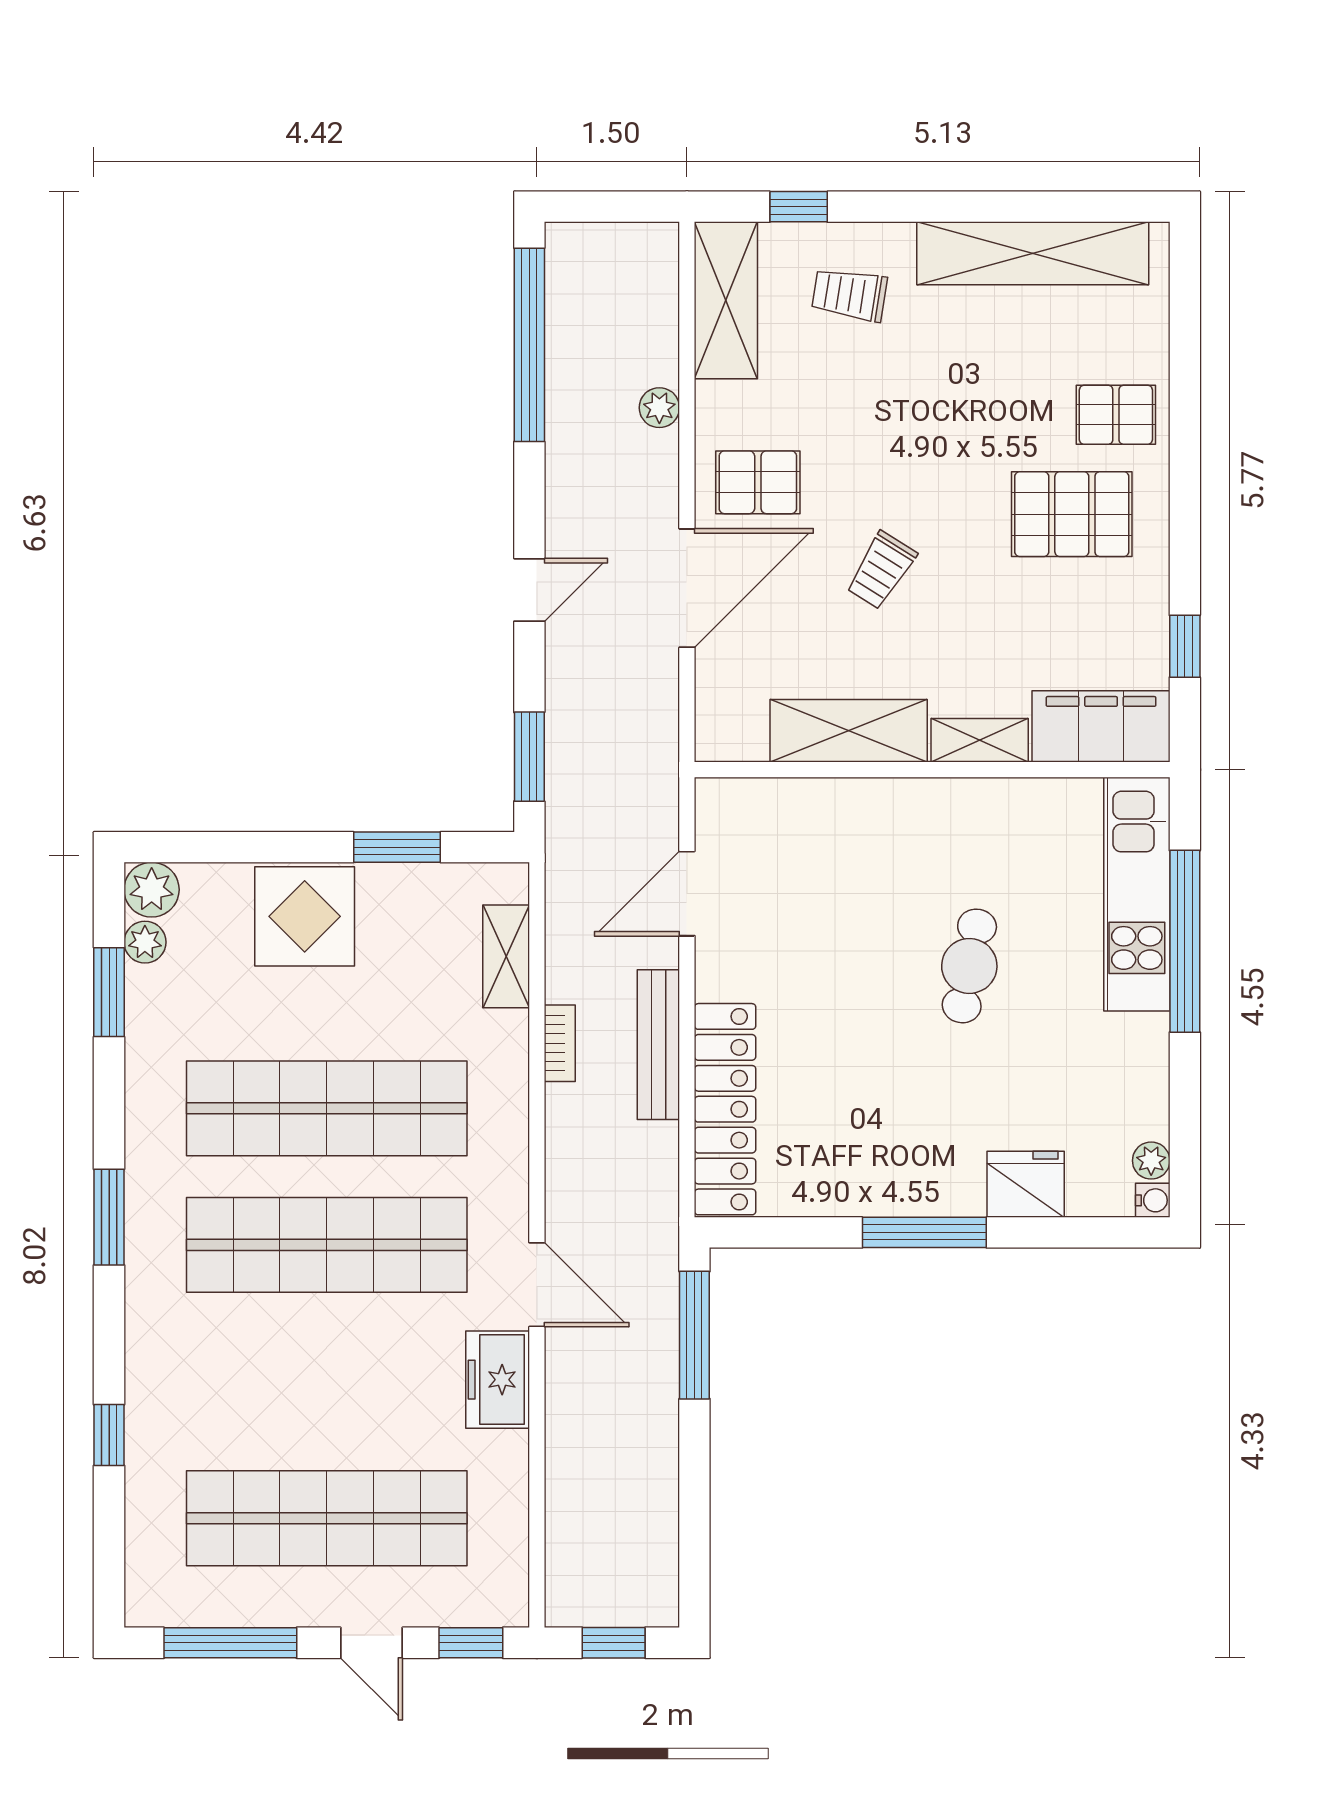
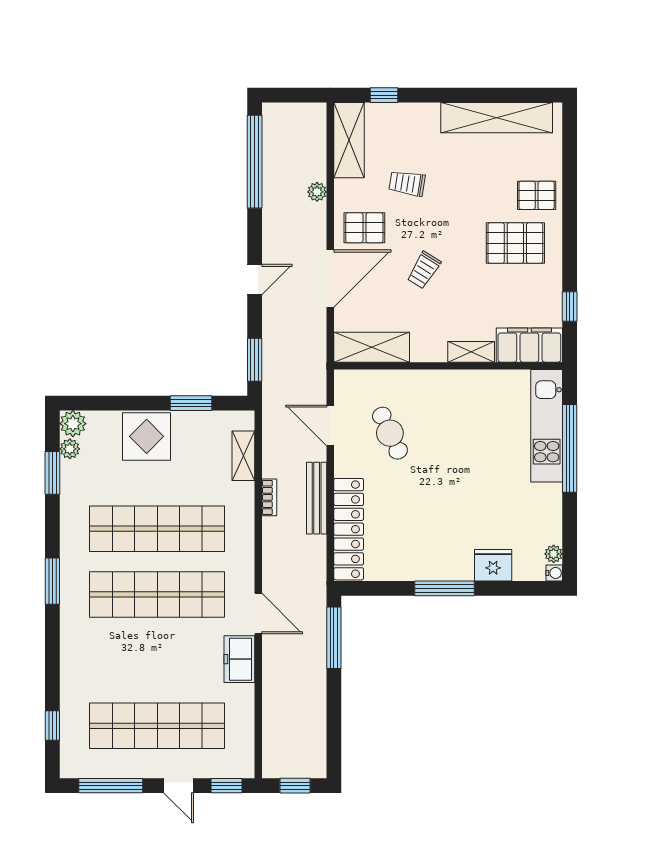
trolley: (849, 295) -> (407, 183), moved
shelving: (849, 731) -> (372, 347), moved
door: (687, 894) -> (330, 425), hinge flipped
cafe table: (969, 966) -> (390, 433), moved, turned -36
window: (109, 1435) -> (52, 725), moved

